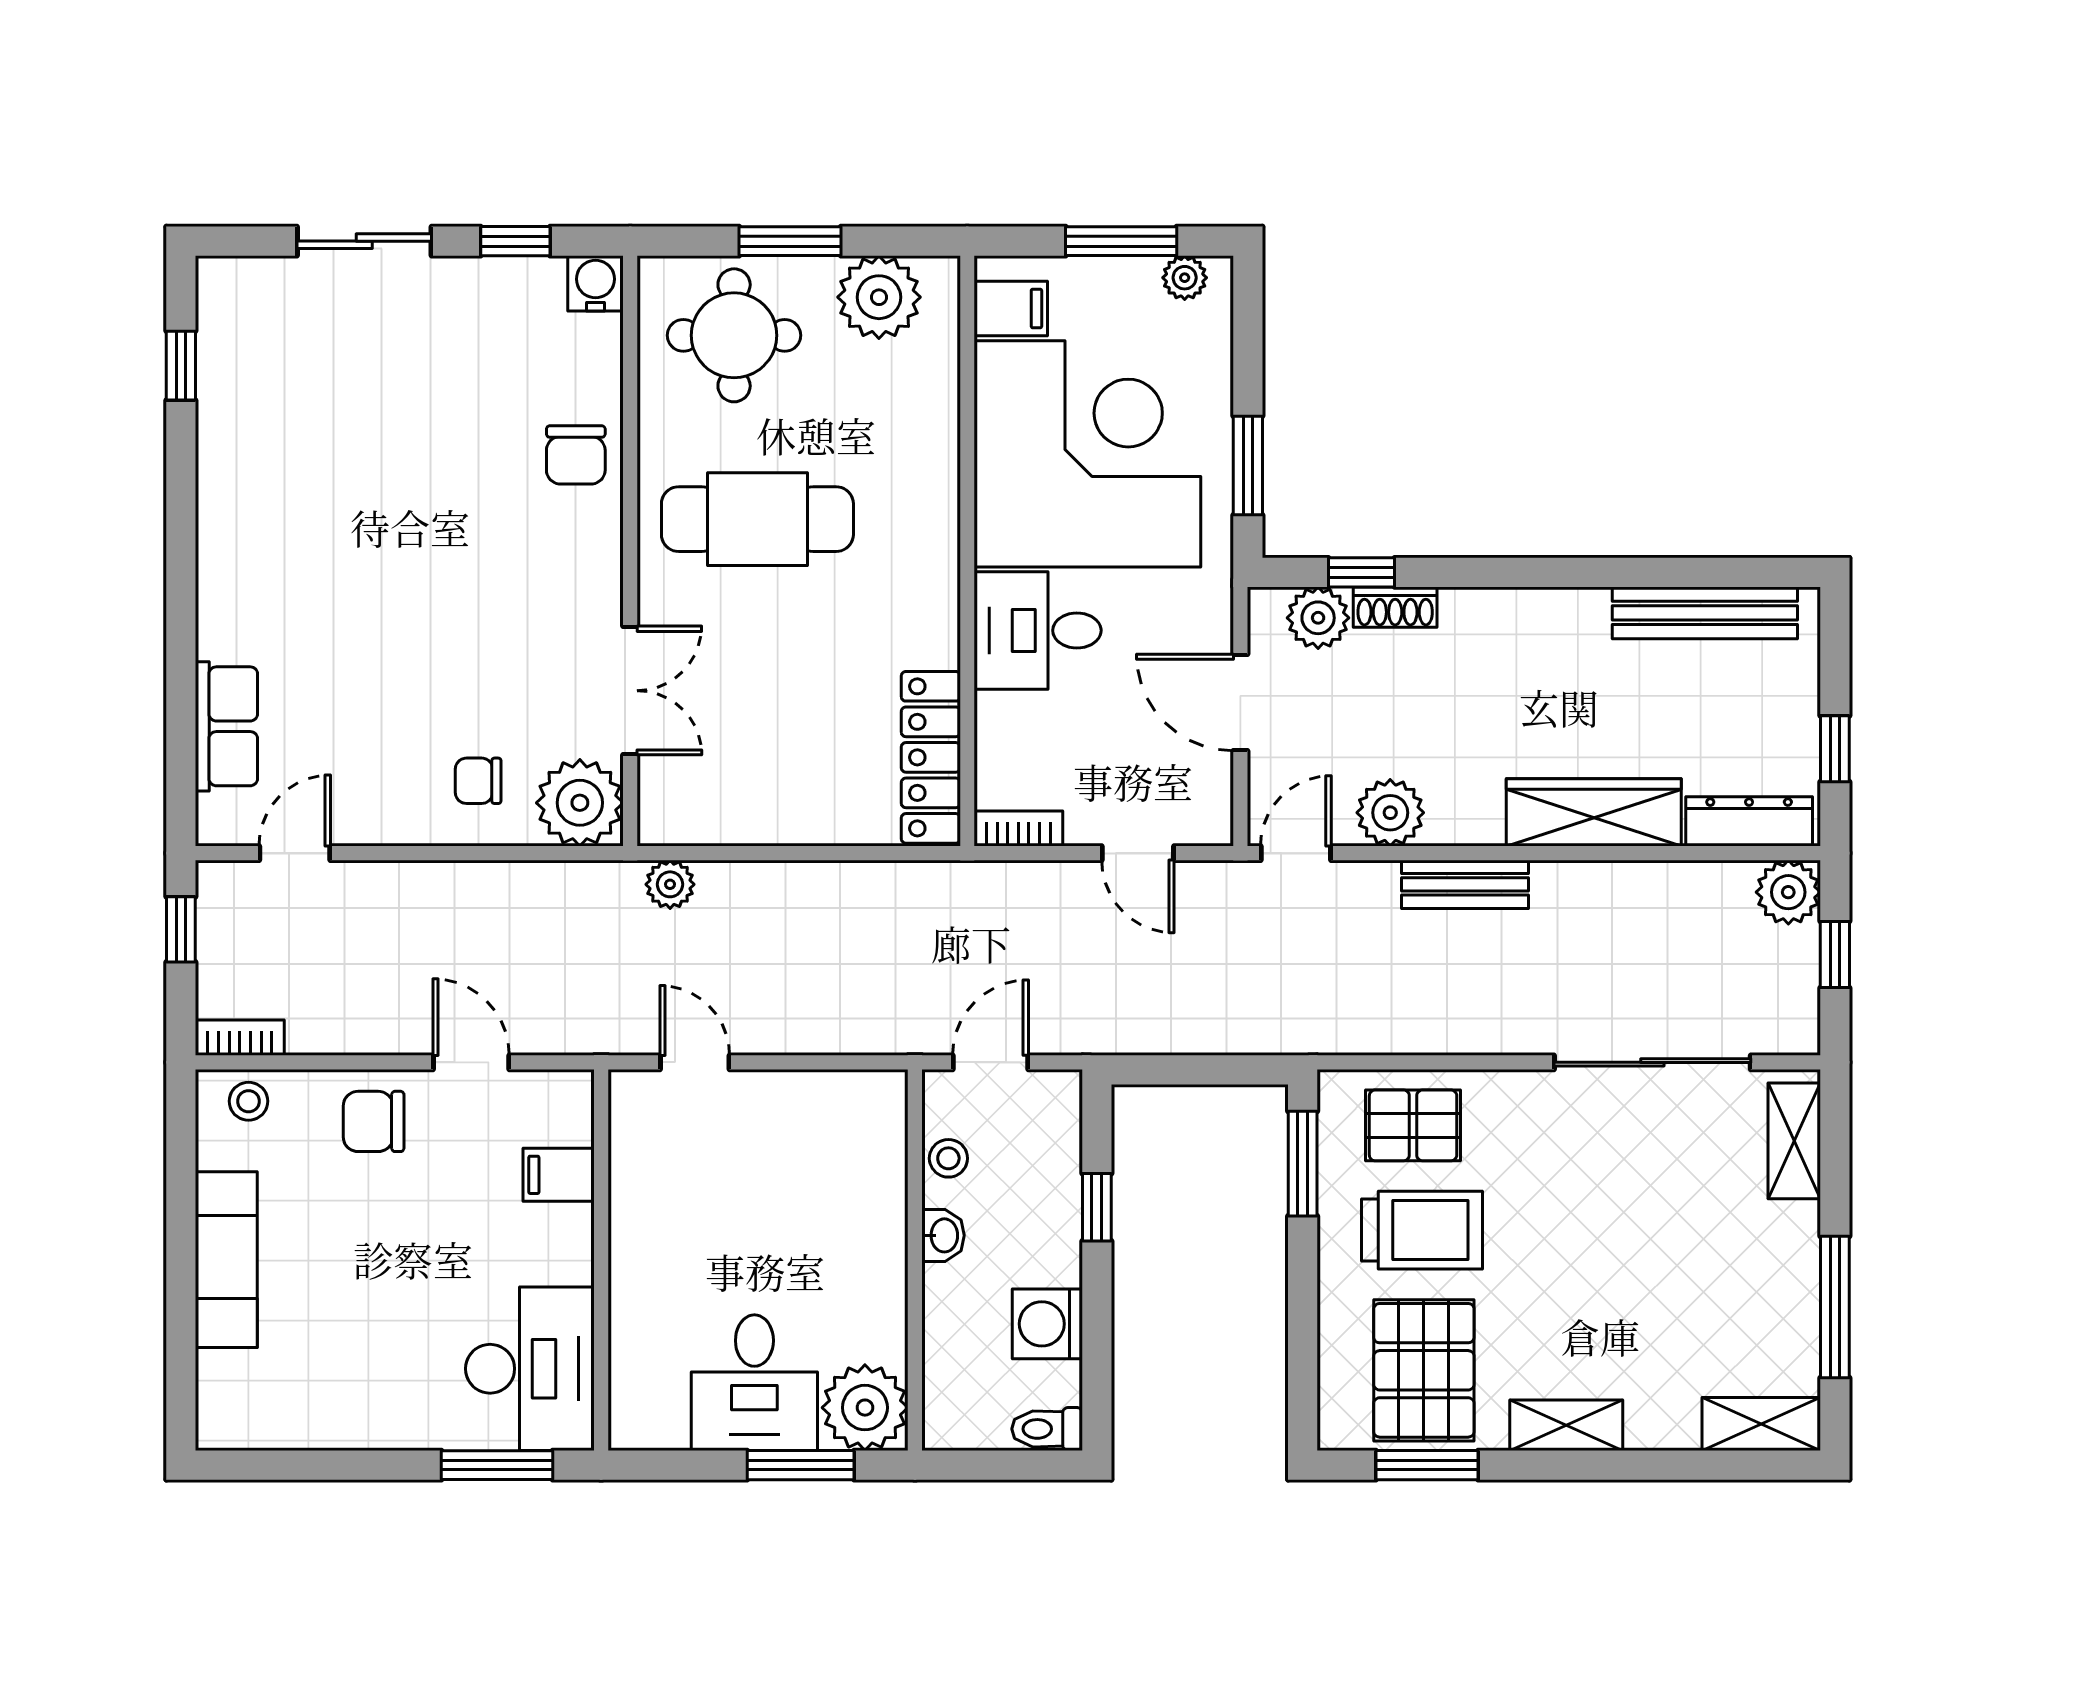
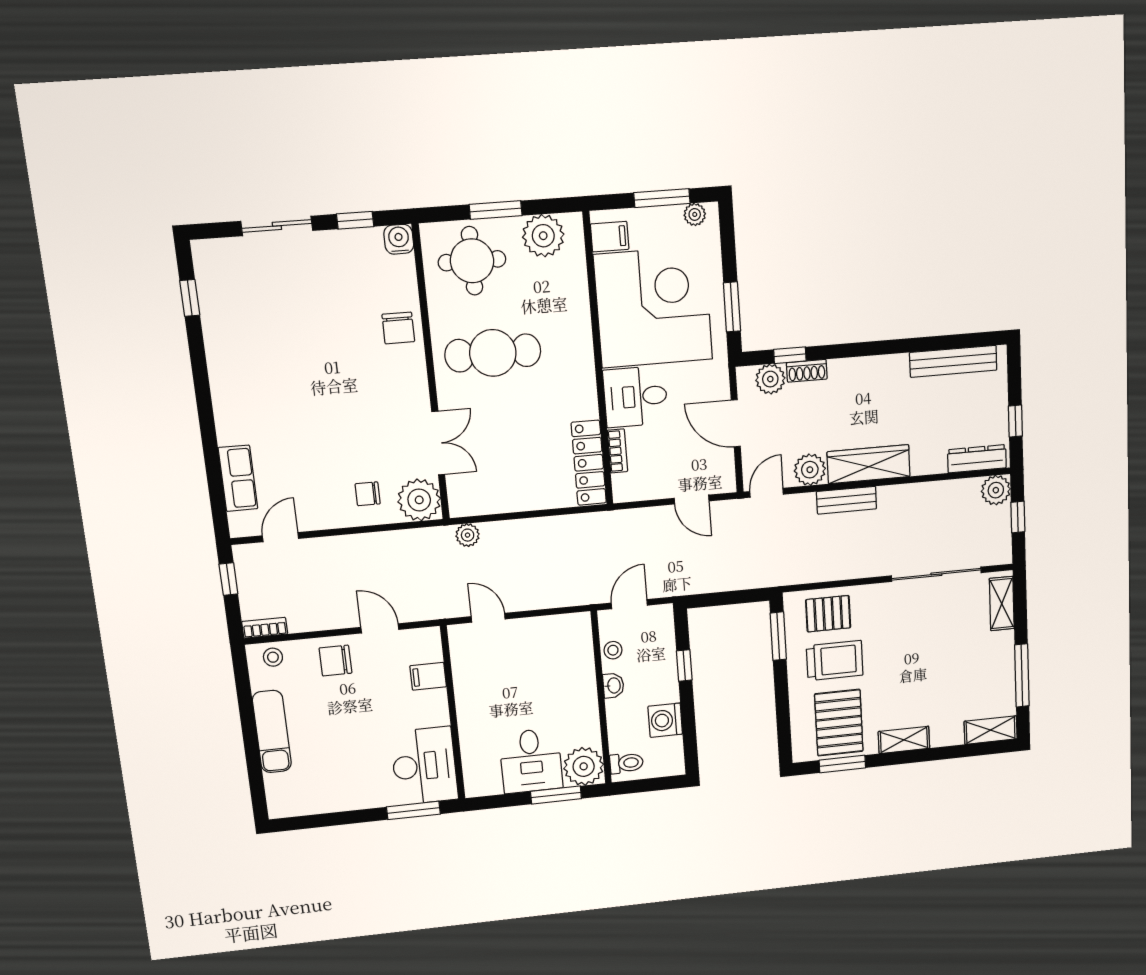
wardrobe: (1594, 812) -> (869, 464), moved
bookcase: (1018, 828) -> (617, 451), moved, turned 90
toilet: (1047, 1429) -> (626, 763), moved, turned 180

